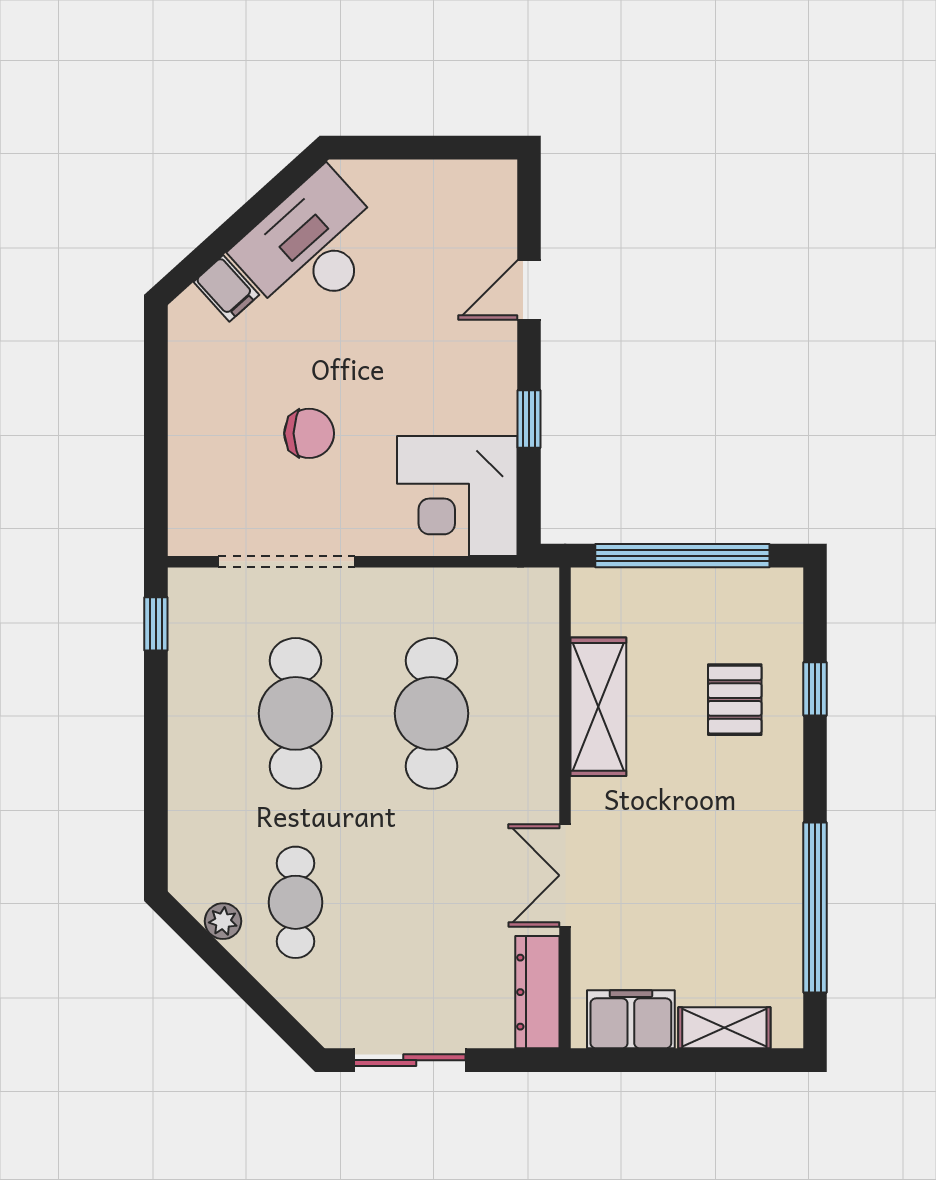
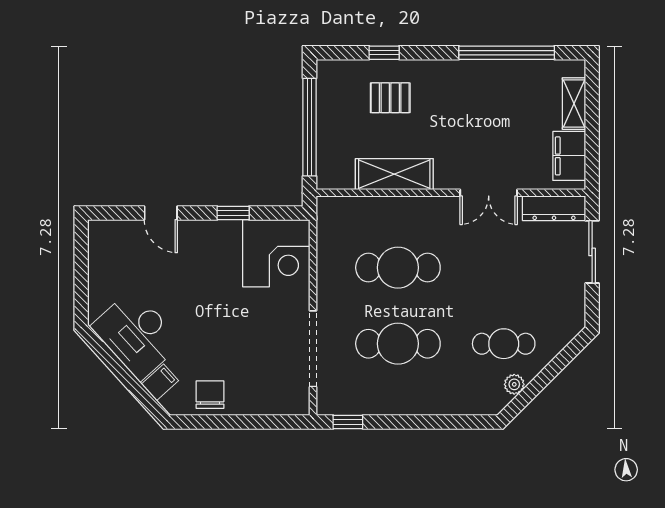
chair: (309, 433) -> (210, 395), moved
sliding door: (410, 1060) -> (592, 252), moved

